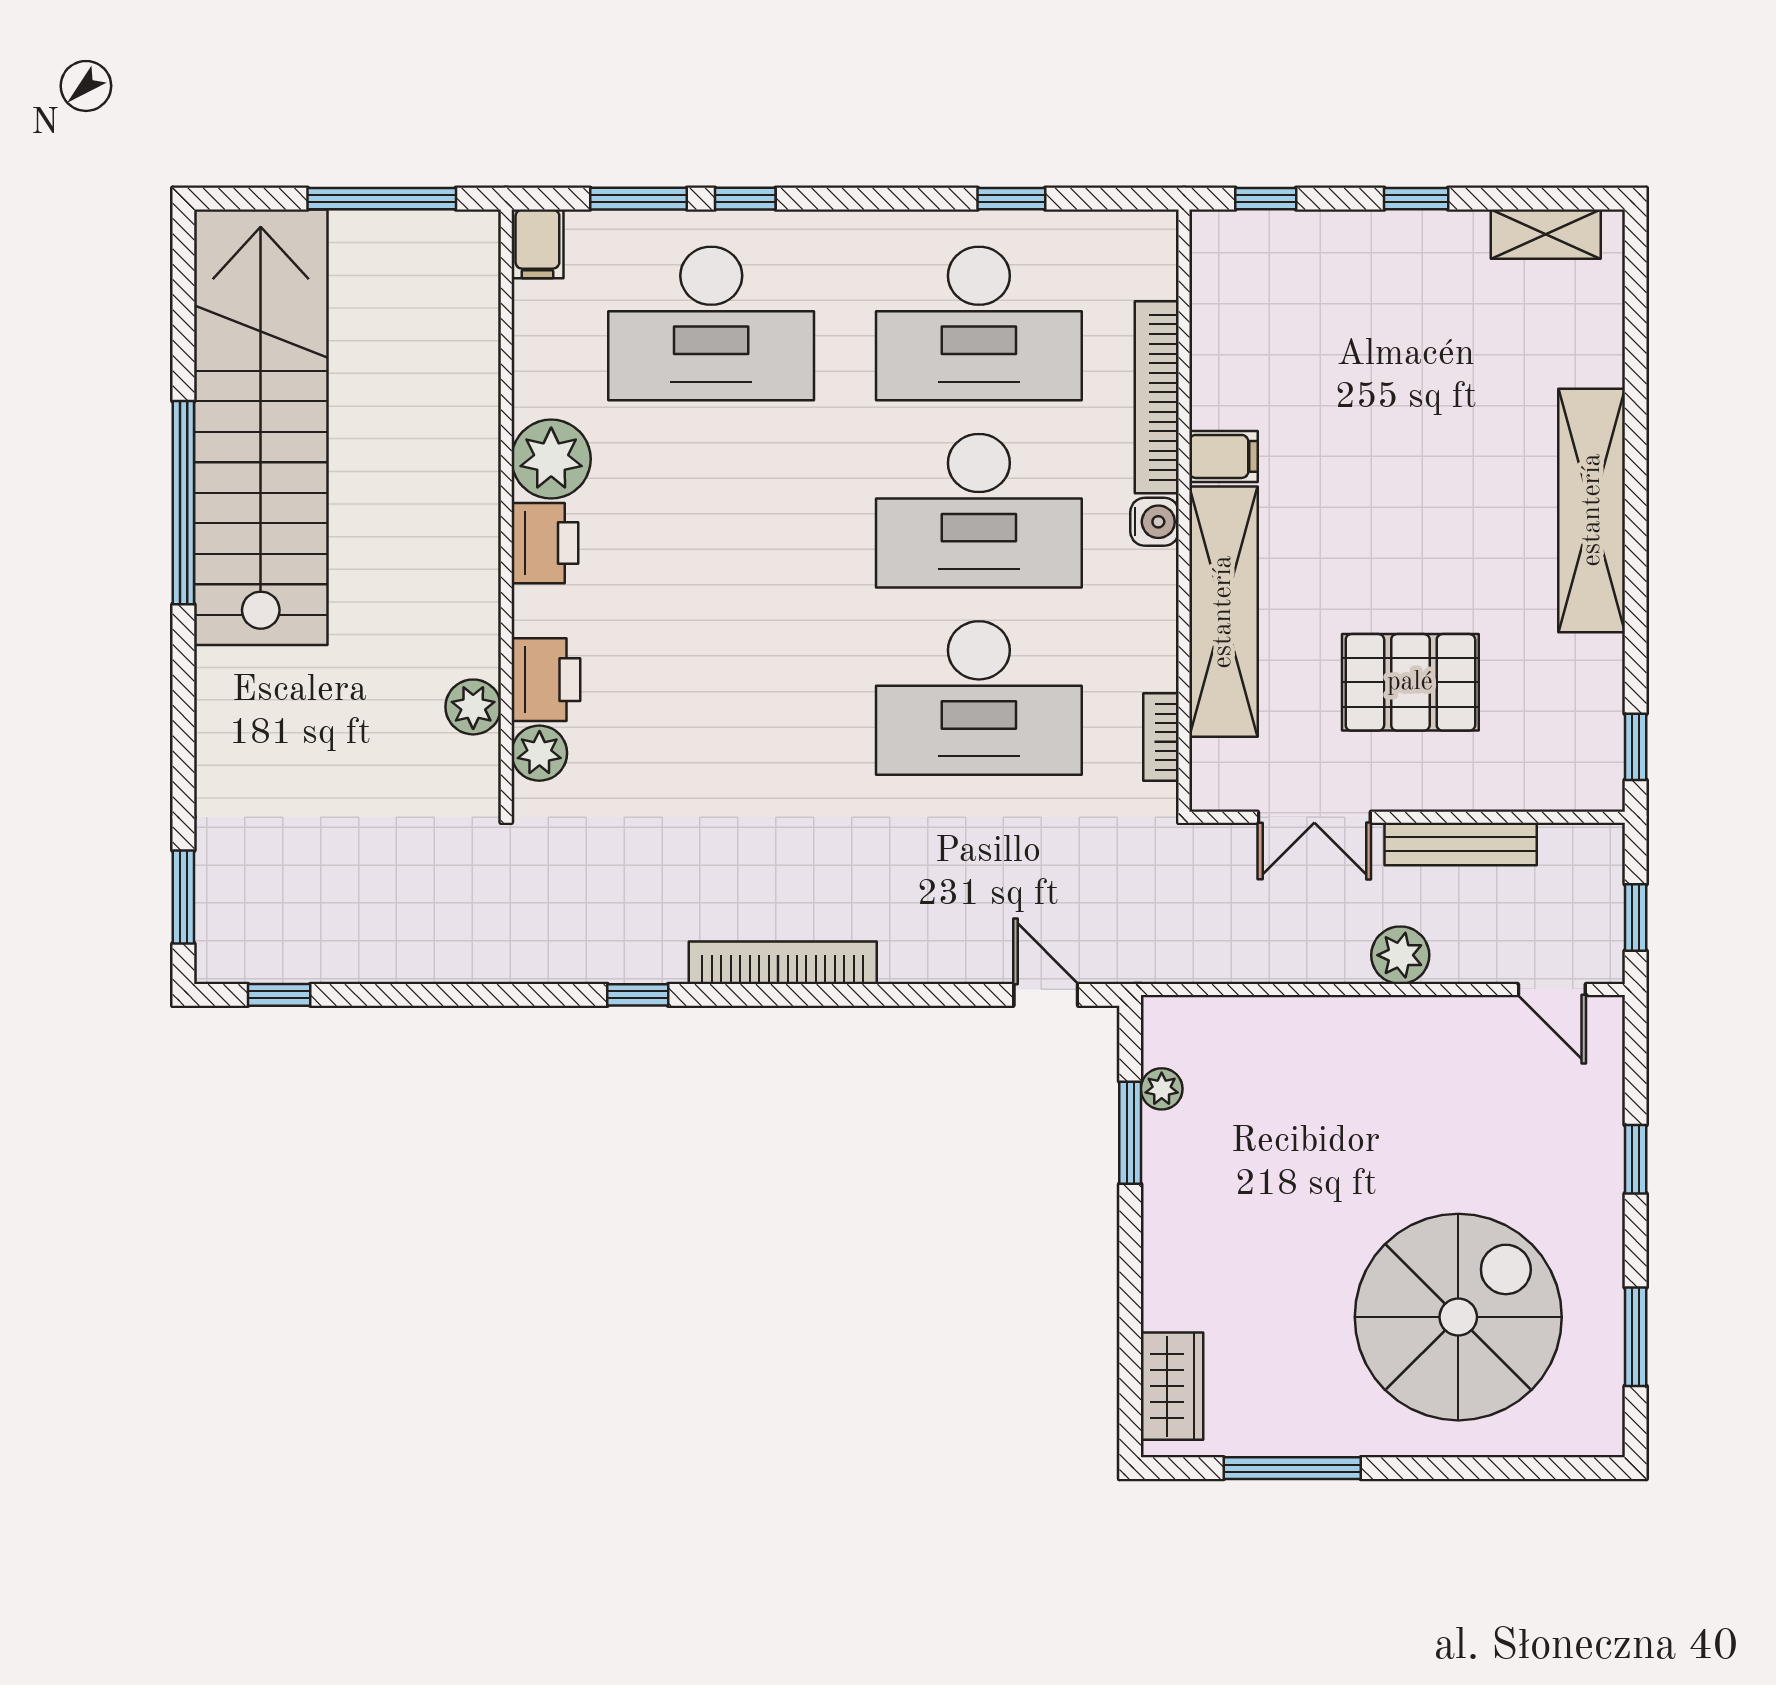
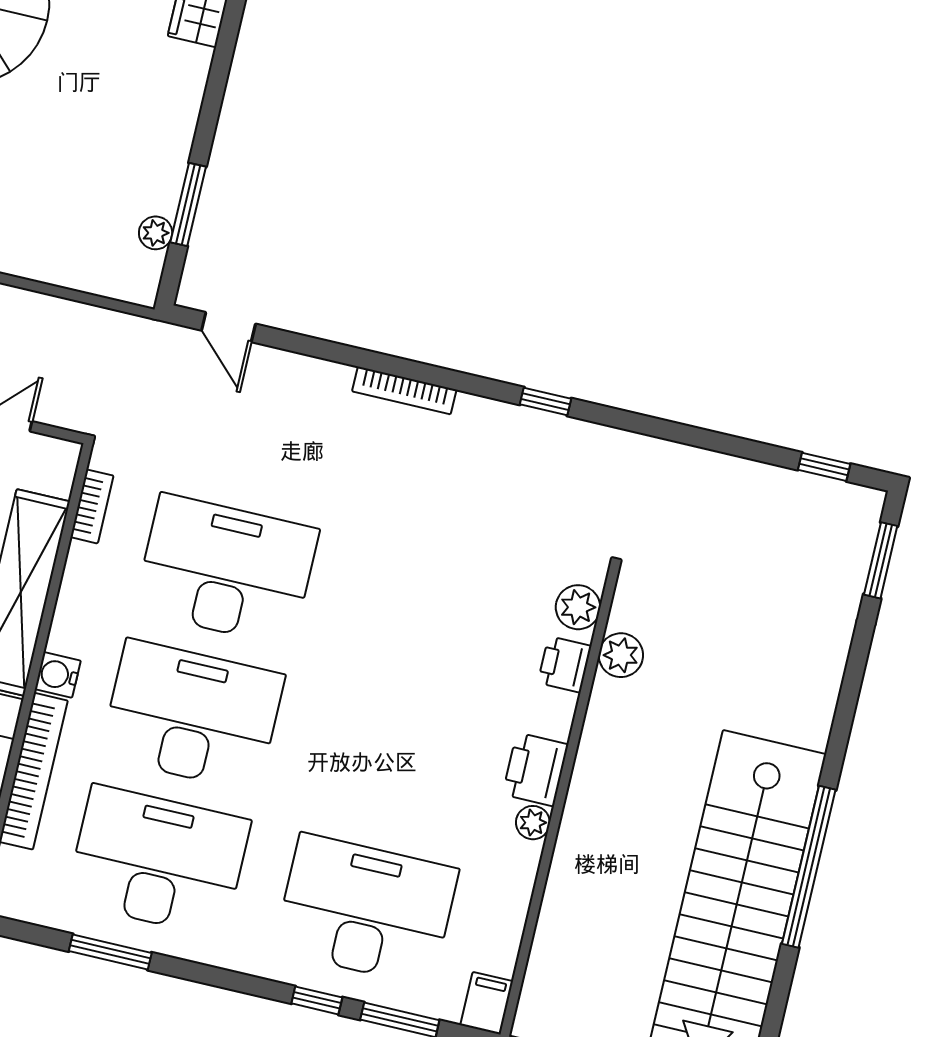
window: (1011, 199) -> (110, 952), width x1.50
plant: (551, 459) -> (533, 823), width x0.53, depth x0.53
printer: (546, 680) -> (565, 664), width x0.73, depth x0.81
bookcase: (783, 963) -> (404, 390), width x0.68, depth x0.76

